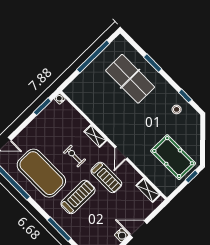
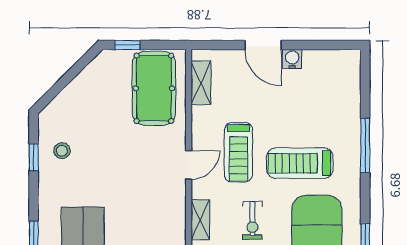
pool table: (173, 157) -> (154, 88), moved
treadmill: (106, 177) -> (238, 152), turned 180

